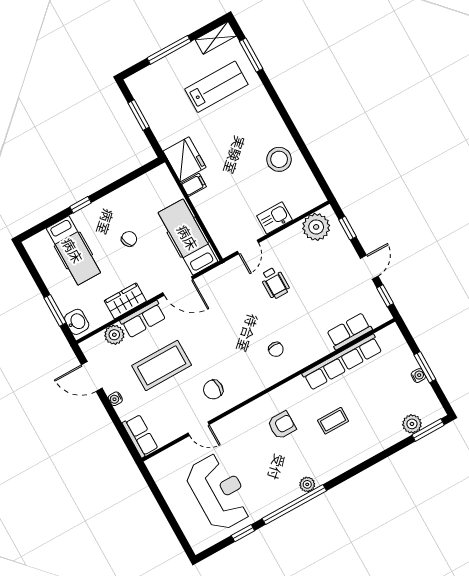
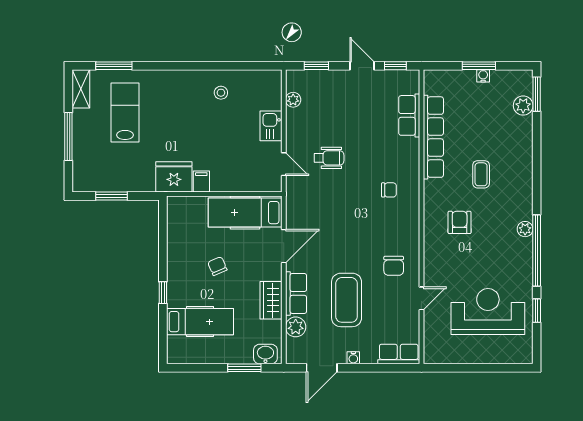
stool: (279, 159) -> (221, 93), width x0.53, depth x0.53
plant: (316, 227) -> (293, 100), width x0.53, depth x0.53

